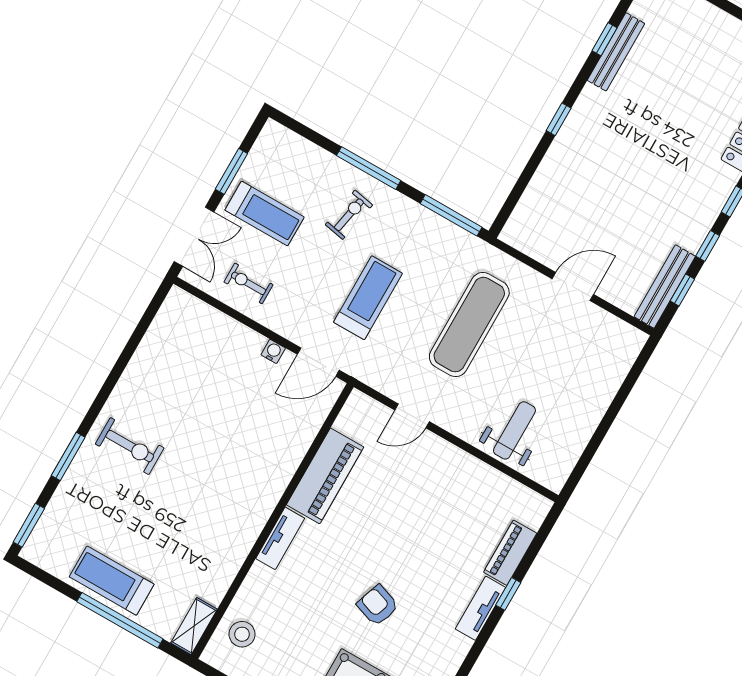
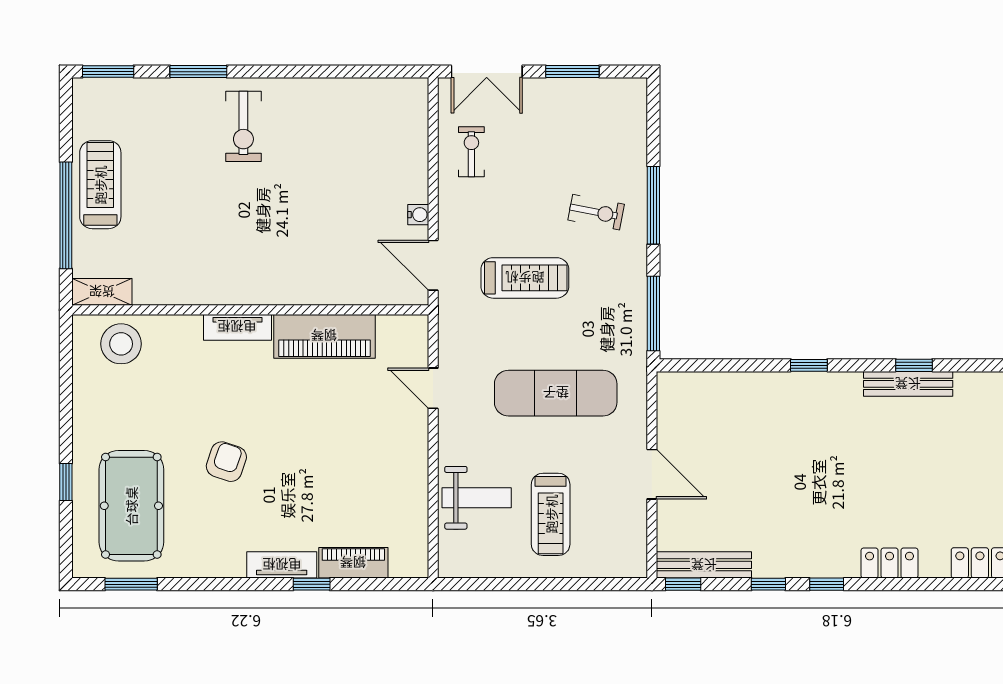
treadmill: (265, 214) -> (551, 514), moved
window: (682, 290) -> (683, 584), moved
stool: (242, 634) -> (121, 344), width x1.38, depth x1.38

